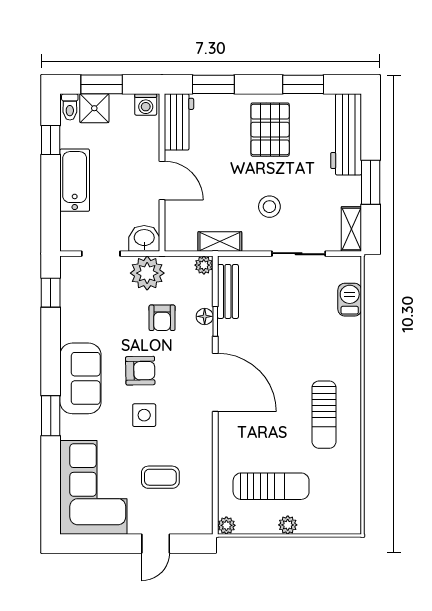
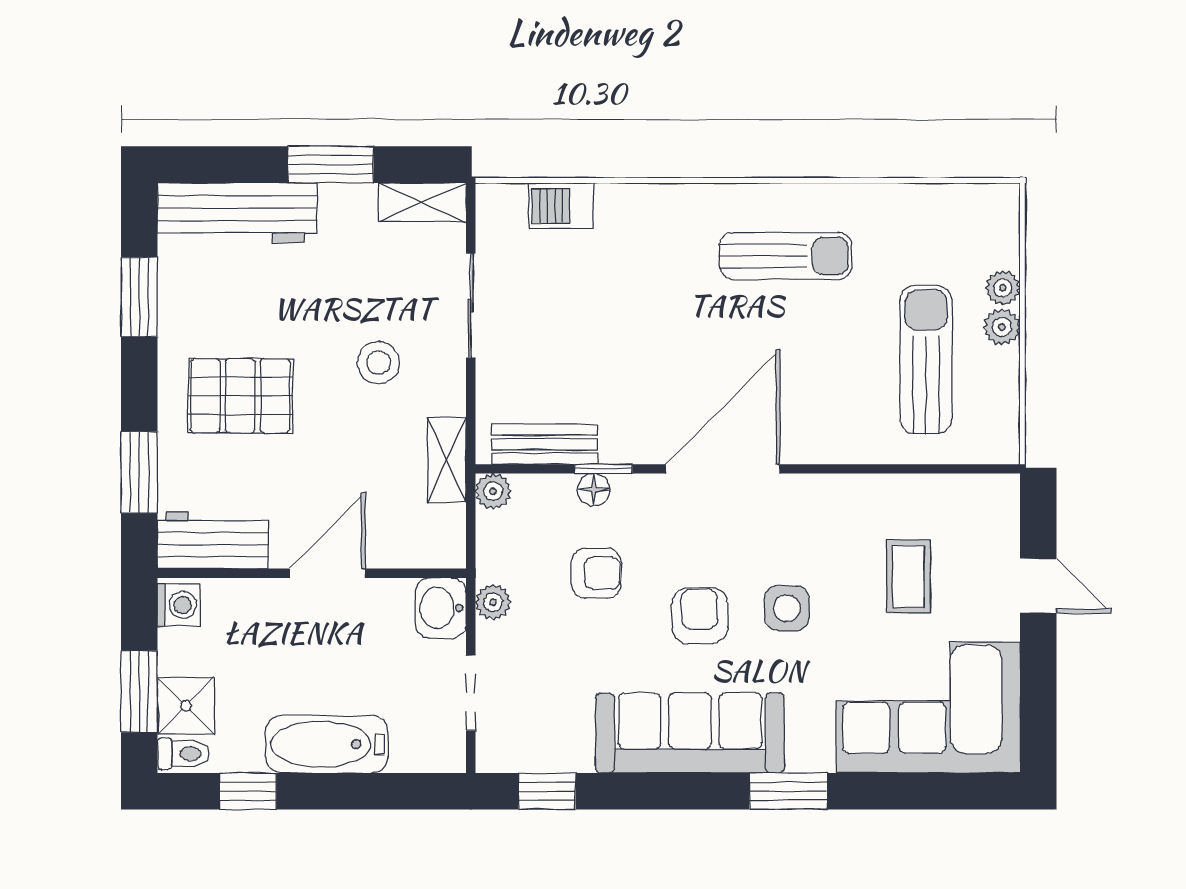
pallet: (270, 130) -> (240, 396), moved
plant: (147, 273) -> (493, 602), width x0.53, depth x0.53
sofa: (80, 378) -> (690, 733), width x1.36
plant: (226, 525) -> (1003, 288), moved

